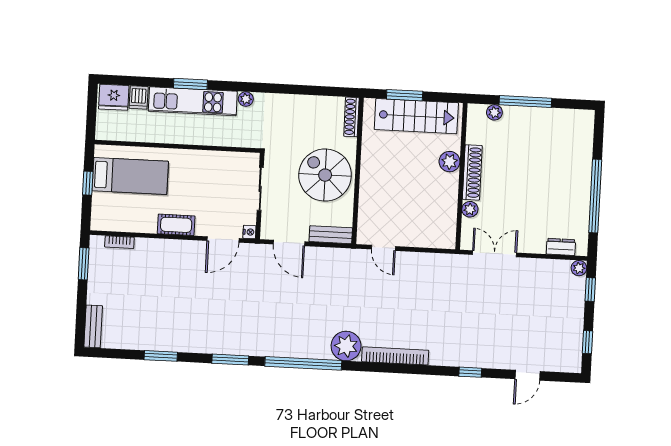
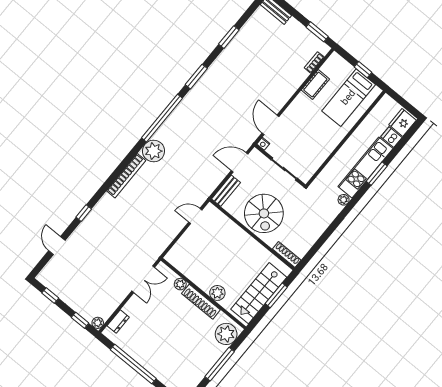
plant: (494, 112) -> (226, 334), width x1.87, depth x1.87
spiral stairs: (325, 175) -> (264, 213), turned 90
cot: (176, 225) -> (315, 84), moved

